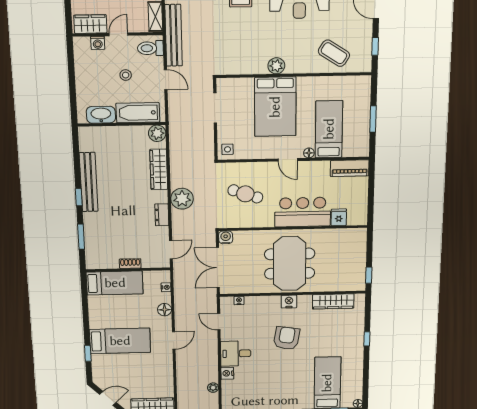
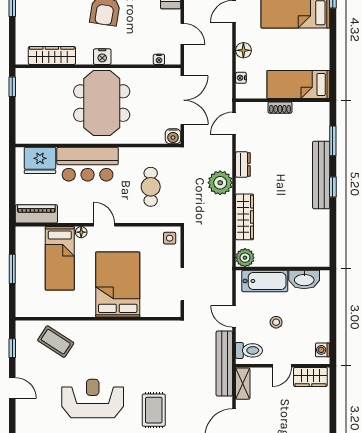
washing machine: (98, 43) -> (323, 350), moved, turned -90
plant: (276, 66) -> (117, 329), removed
bench: (89, 182) -> (321, 175), moved
cafe table: (245, 194) -> (151, 187), turned 71
fridge: (339, 217) -> (40, 160), width x1.88, depth x1.34

